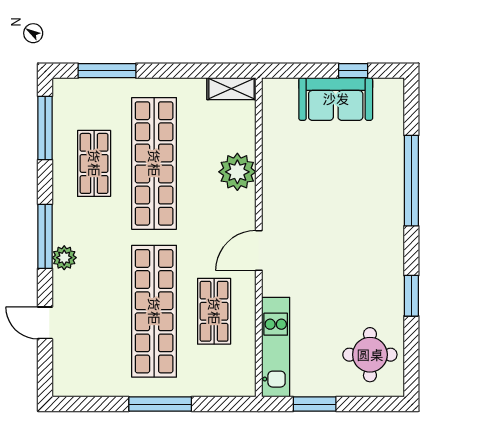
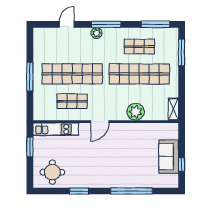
door: (259, 250) -> (100, 122), swing flipped

